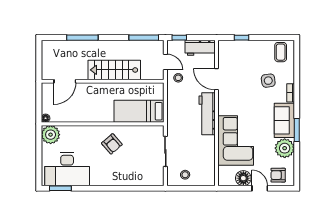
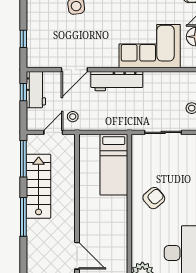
window: (82, 38) -> (23, 217), moved
window: (179, 38) -> (23, 92), moved
stairs: (114, 70) -> (39, 186), moved, turned 180

